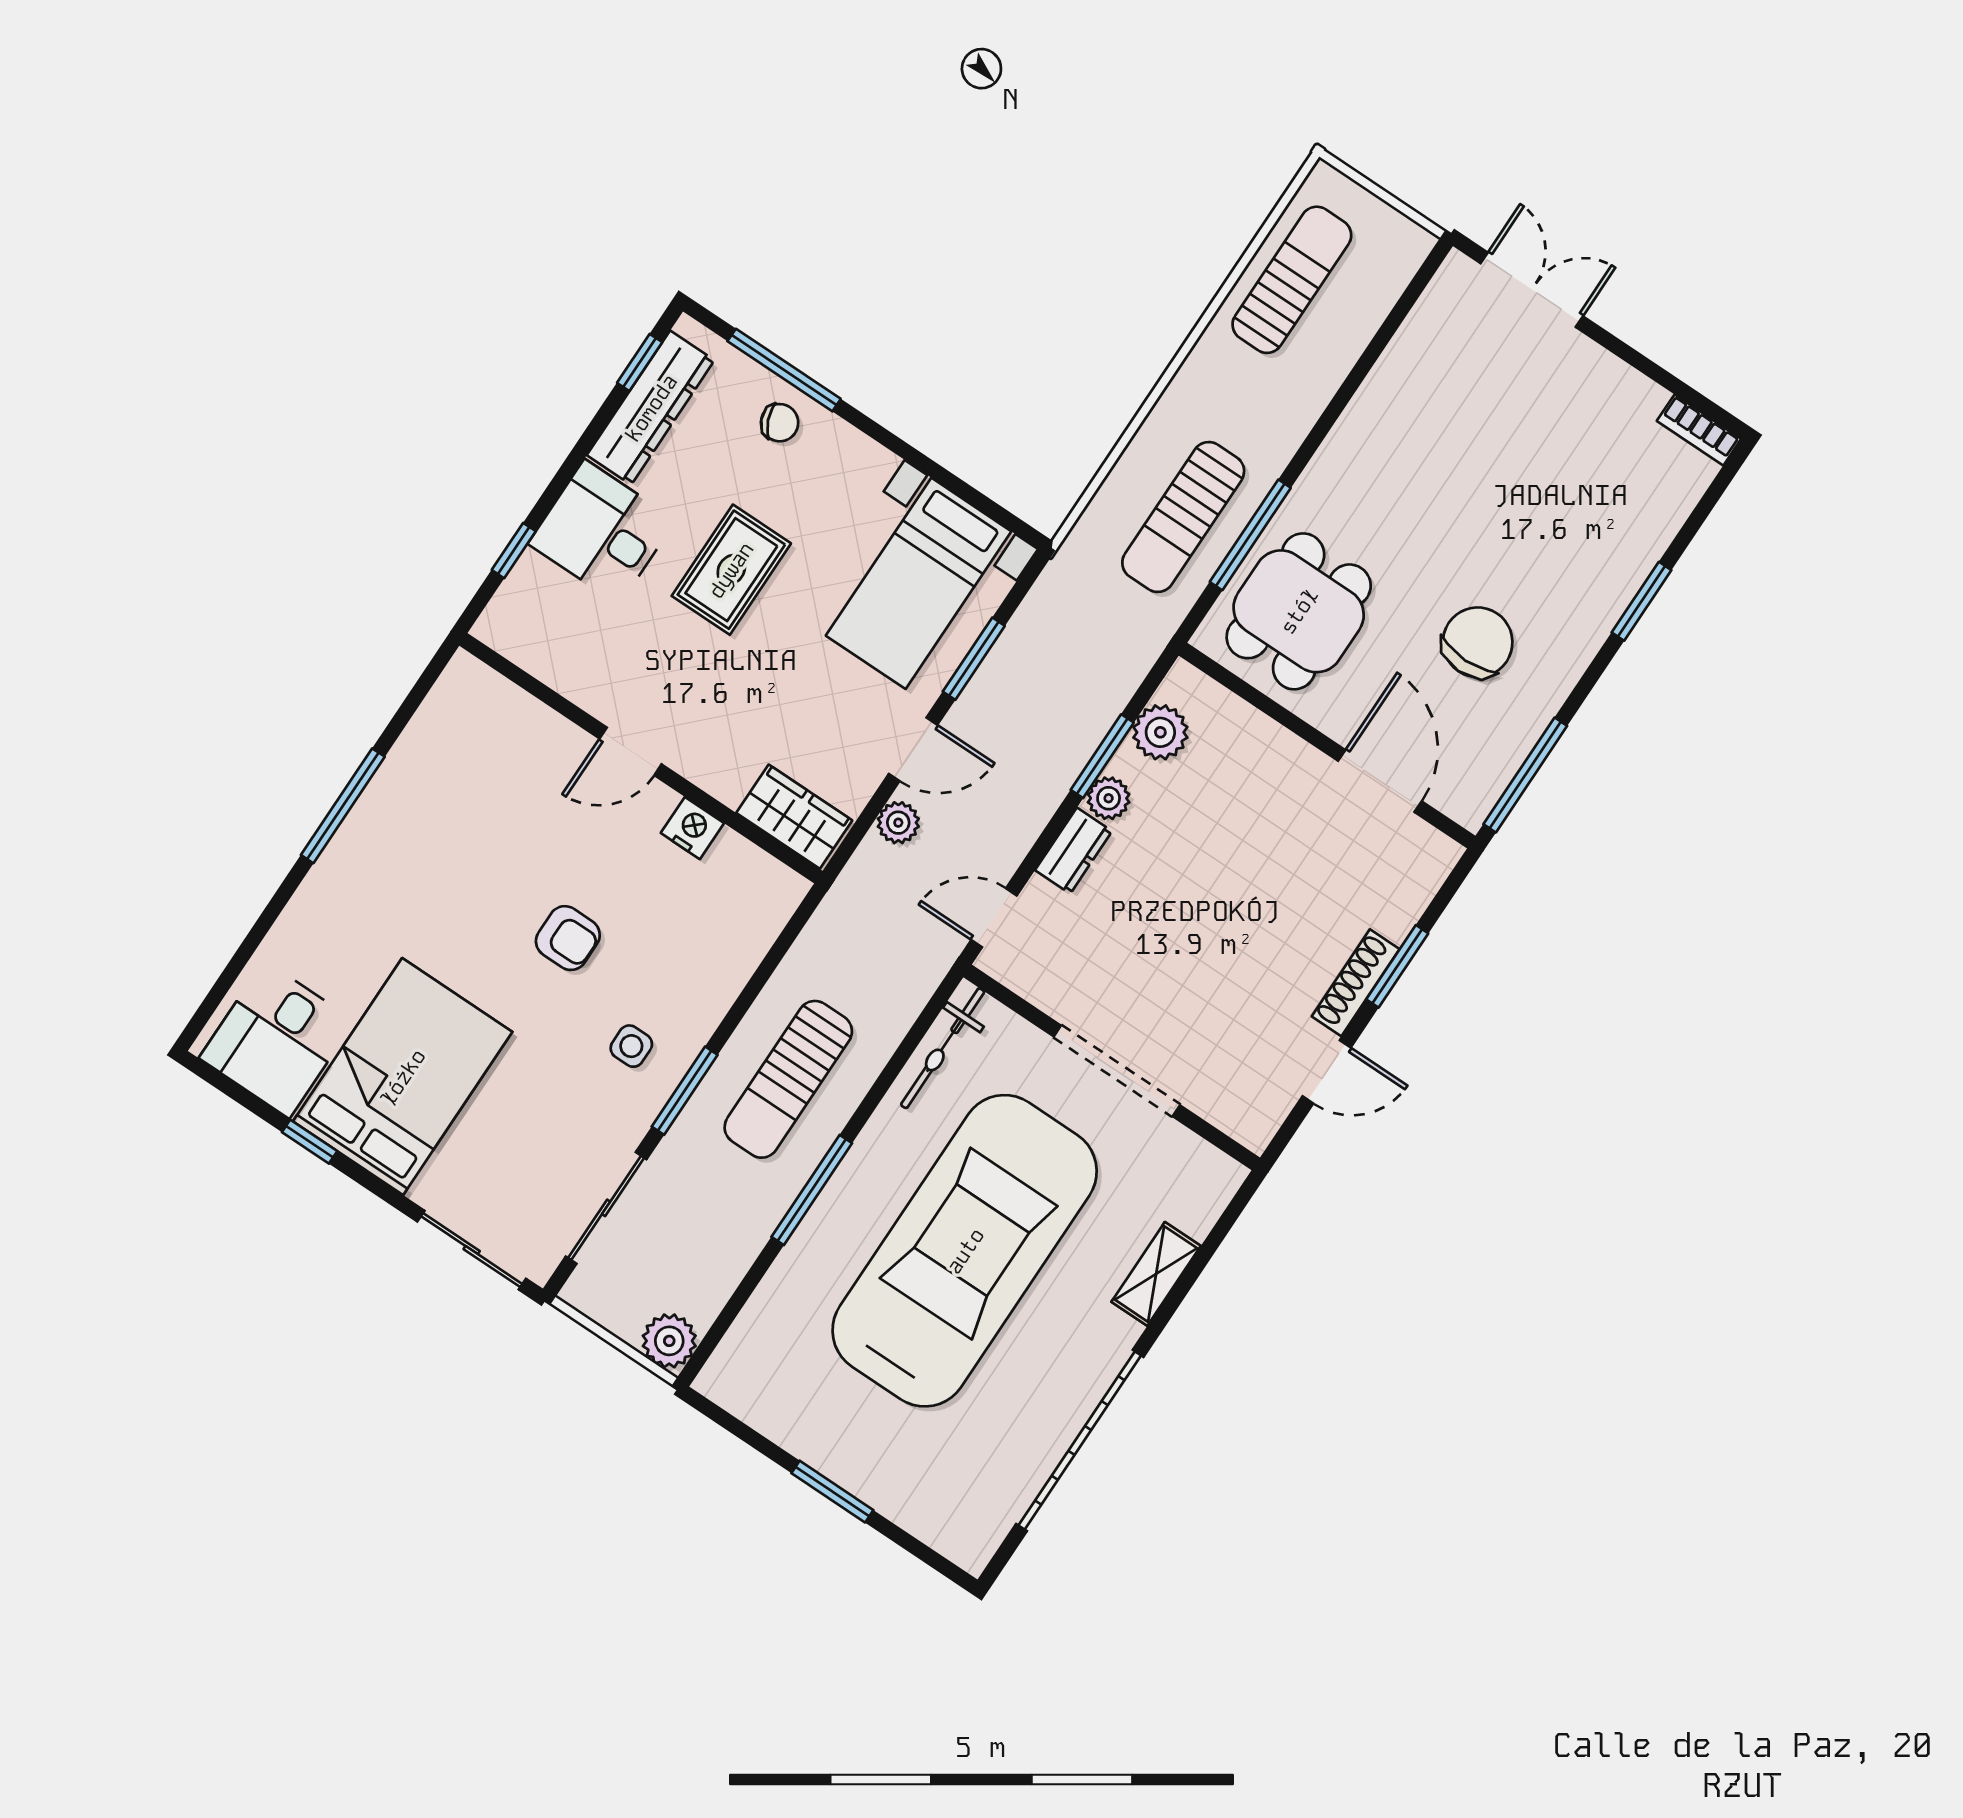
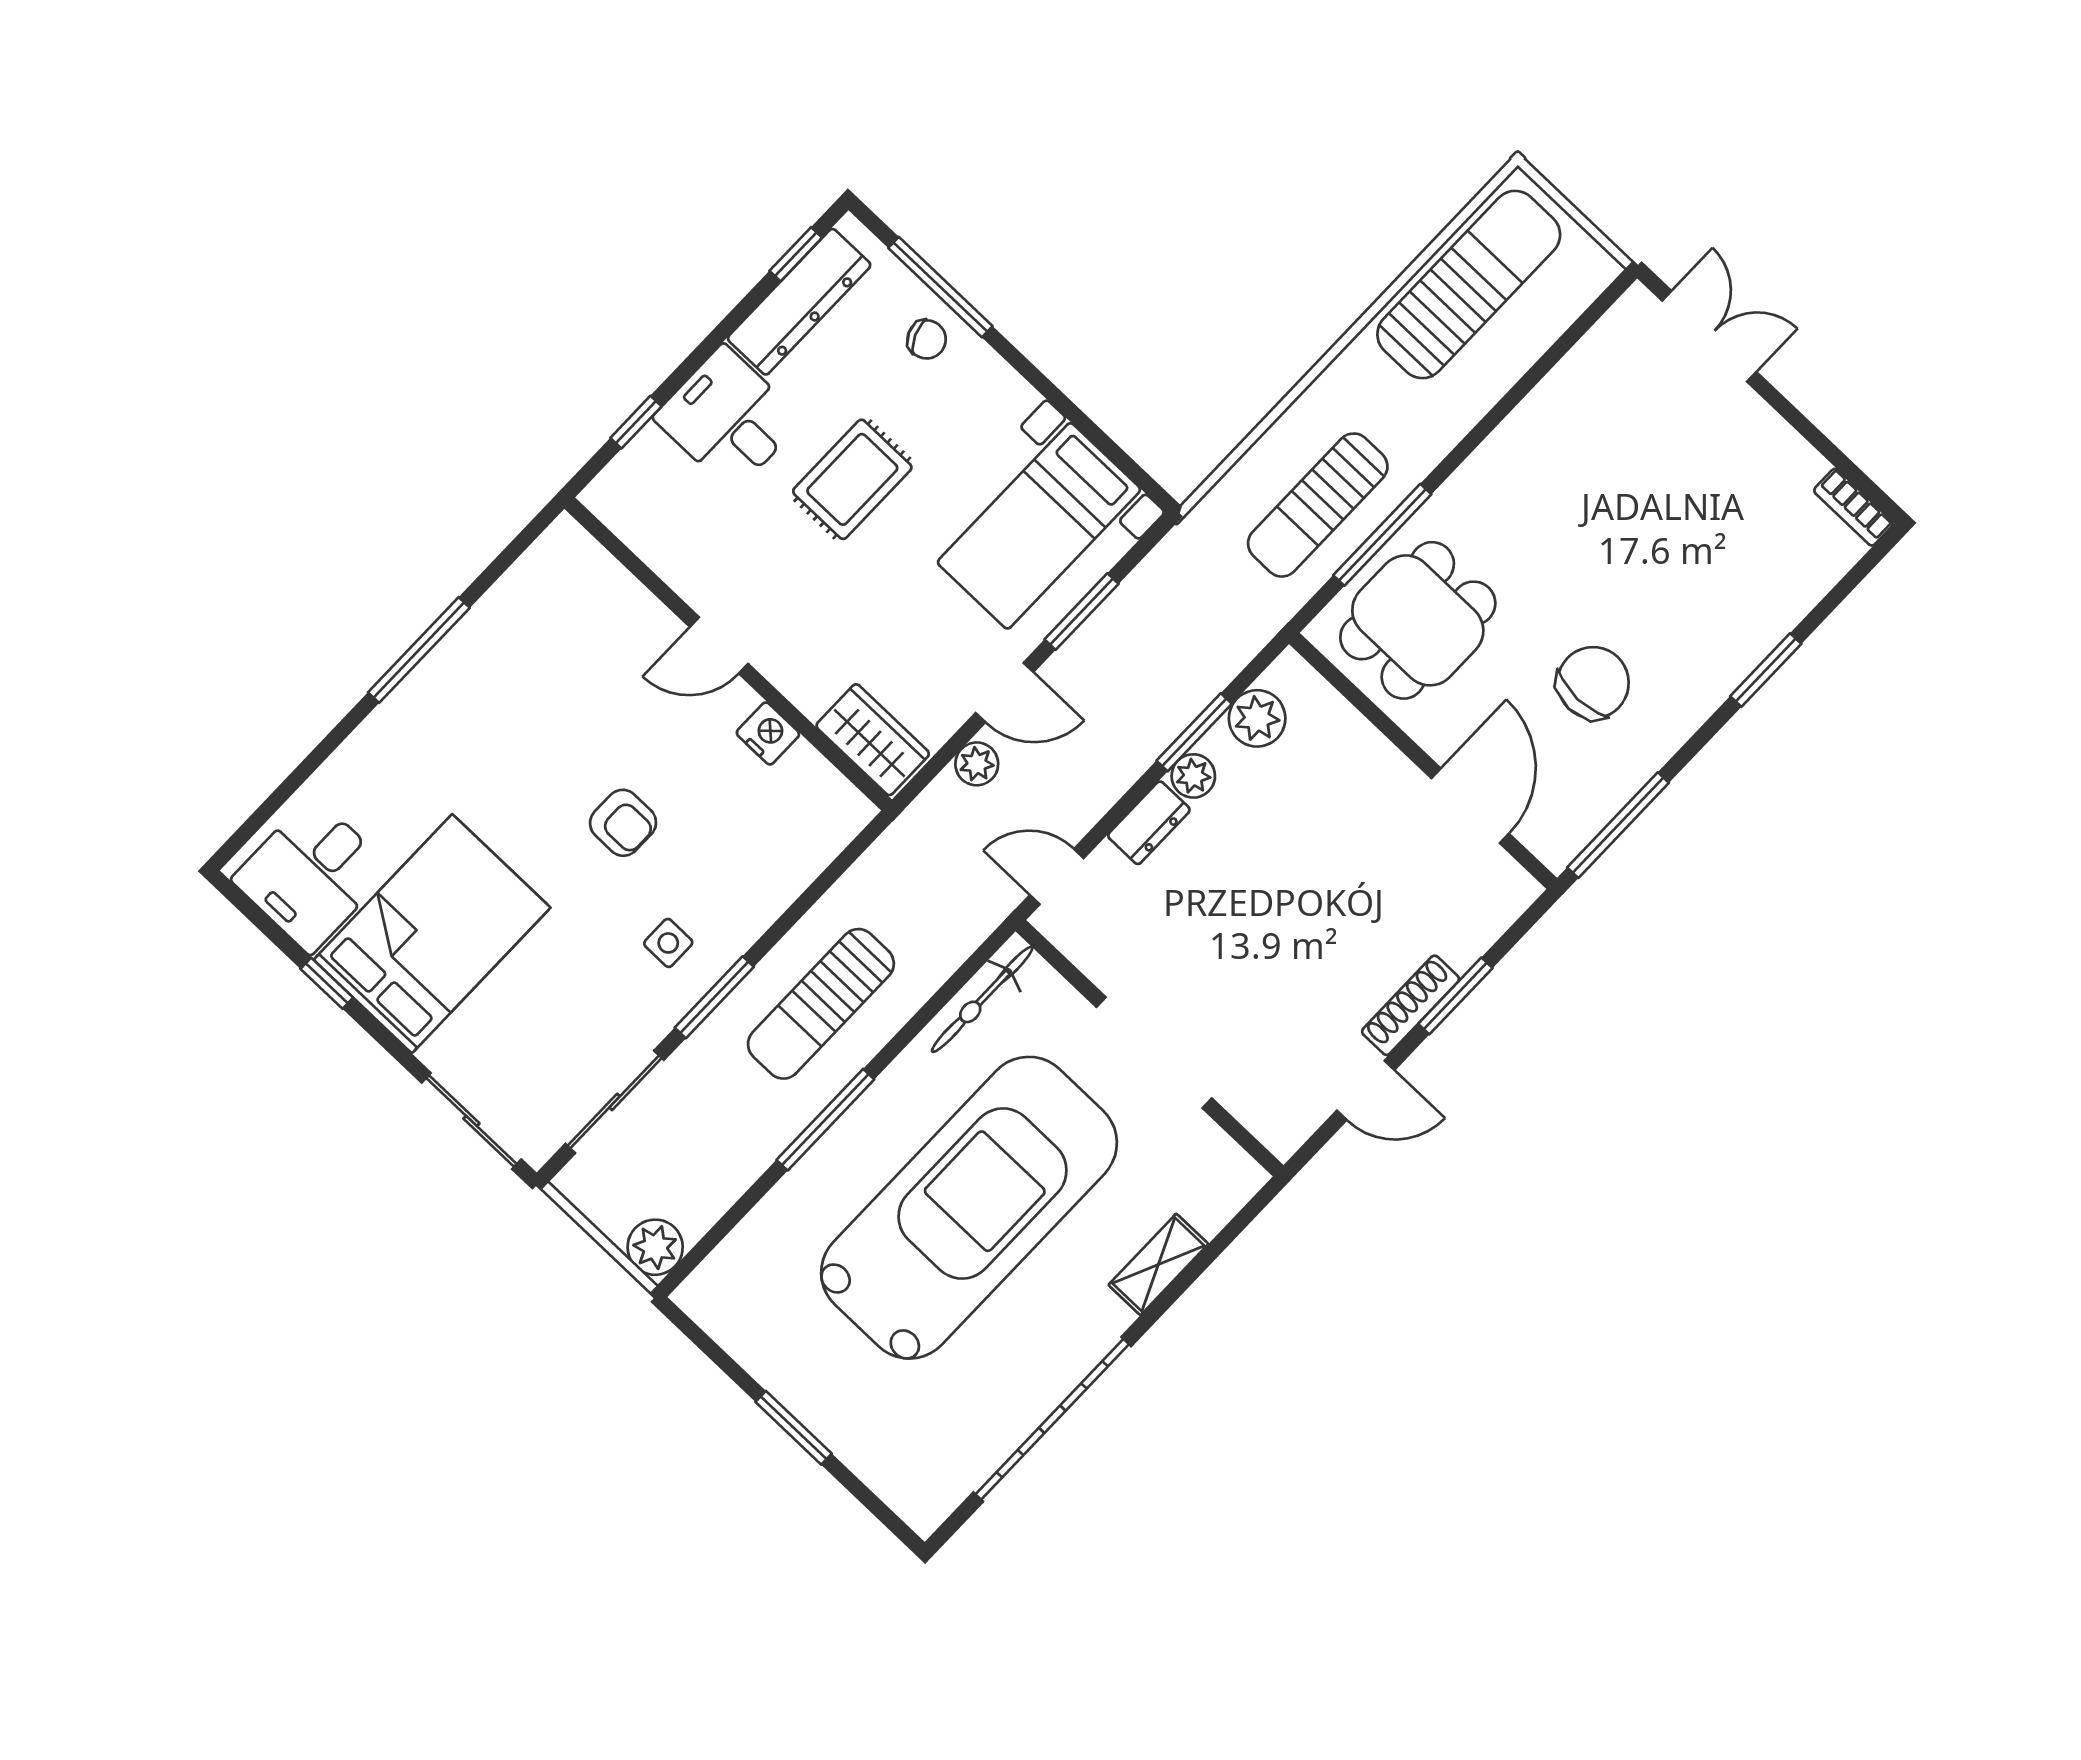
sun lounger: (1292, 280) -> (1469, 284), width x1.36, depth x1.34

